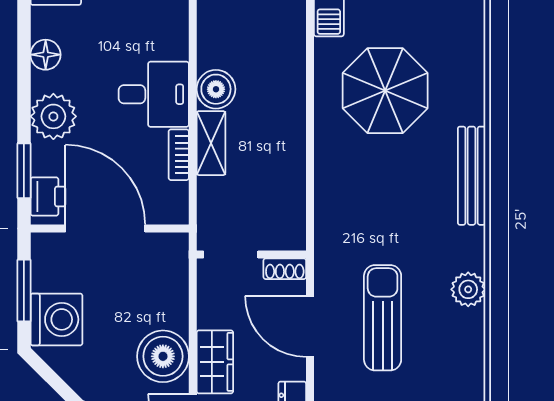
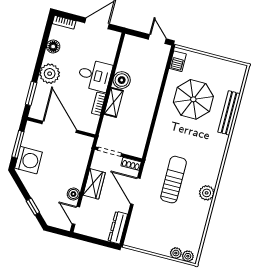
bench: (472, 176) -> (229, 113), moved
printer: (48, 196) -> (38, 107), removed
sun lounger: (383, 318) -> (174, 180), moved
boiler: (163, 356) -> (73, 194), width x0.54, depth x0.54
wardrobe: (215, 362) -> (94, 184), moved

